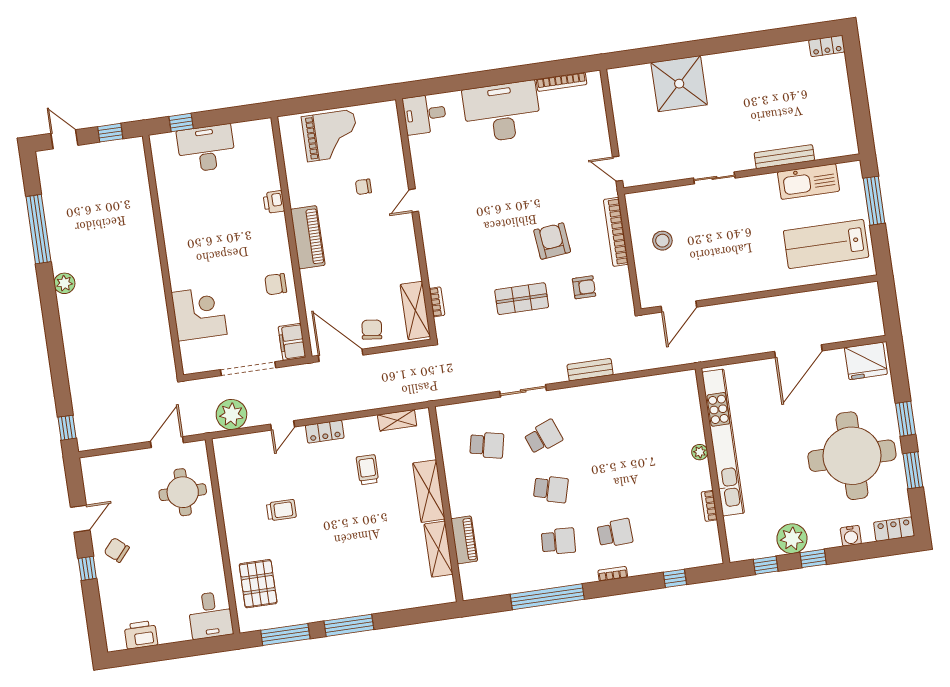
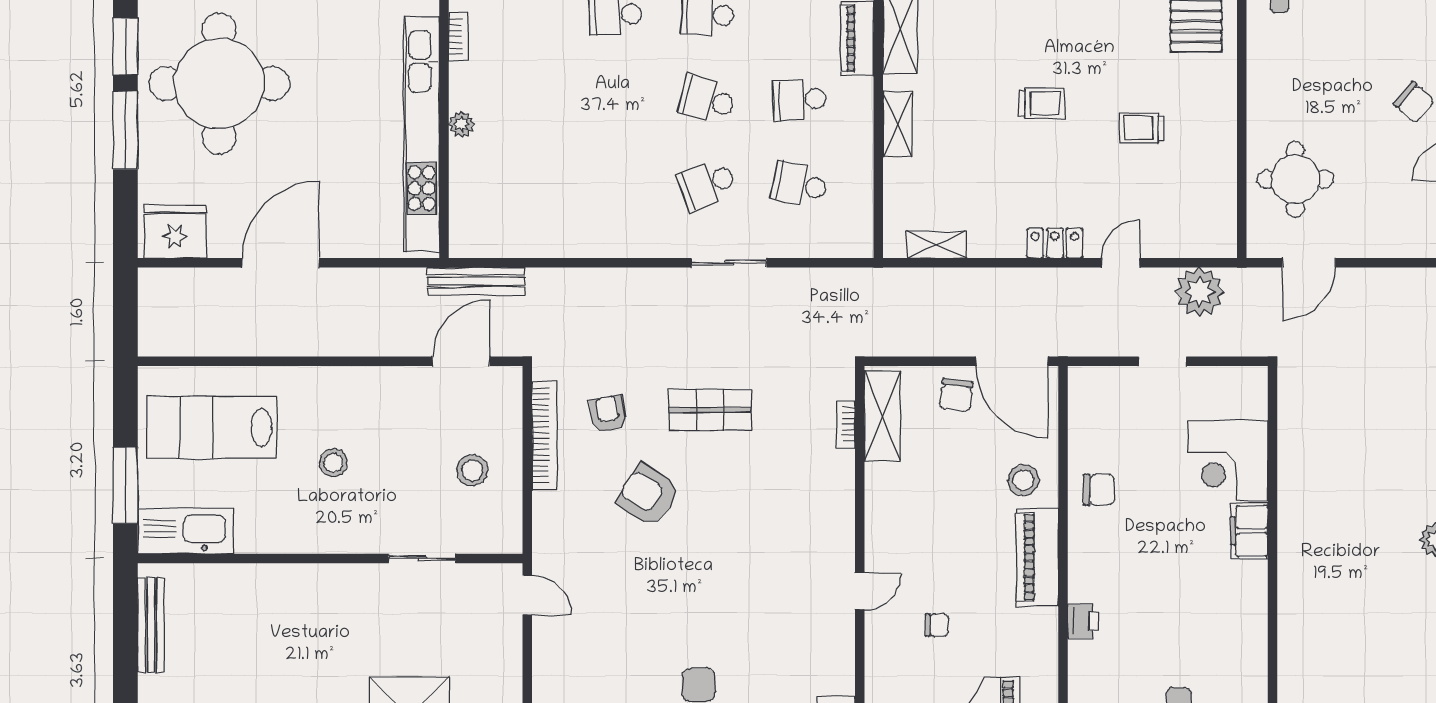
bench: (784, 157) -> (151, 625), moved, turned 90
sliding door: (714, 178) -> (422, 558), moved
kitchen sink: (809, 181) -> (186, 531), moved
bookcase: (616, 232) -> (544, 435), moved
stool: (748, 233) -> (333, 463), added
armchair: (552, 241) -> (648, 495), turned 128
lab bench: (826, 244) -> (212, 427), turned 180
stool: (323, 283) -> (1023, 480), added
armchair: (584, 287) -> (608, 414), turned 80
filing cabinet: (292, 342) -> (1249, 531), moved, turned 180
doorway: (248, 369) -> (1162, 361), width x0.53
bench: (590, 370) -> (476, 281), moved, width x1.36
window: (905, 419) -> (125, 130), width x1.44
trolley: (367, 470) -> (1041, 103), moved, turned -90
shelving: (429, 491) -> (898, 124), width x0.67, depth x0.75
school desk: (494, 497) -> (799, 100), added

